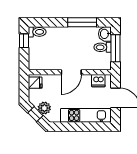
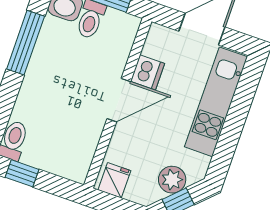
door: (71, 72) -> (119, 100), hinge flipped
dishwasher: (98, 81) -> (148, 72), moved

